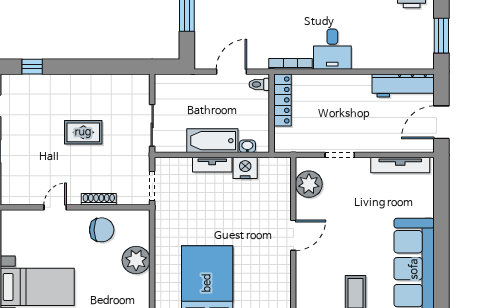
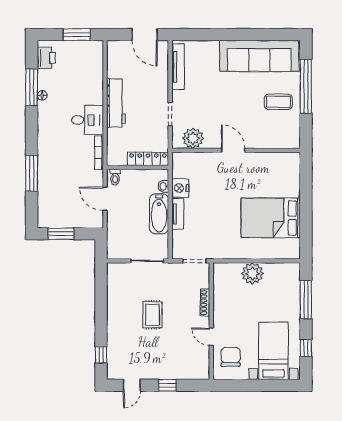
workbench: (403, 85) -> (116, 103), moved
locker: (282, 100) -> (148, 159), moved
chair: (102, 230) -> (230, 357), moved

